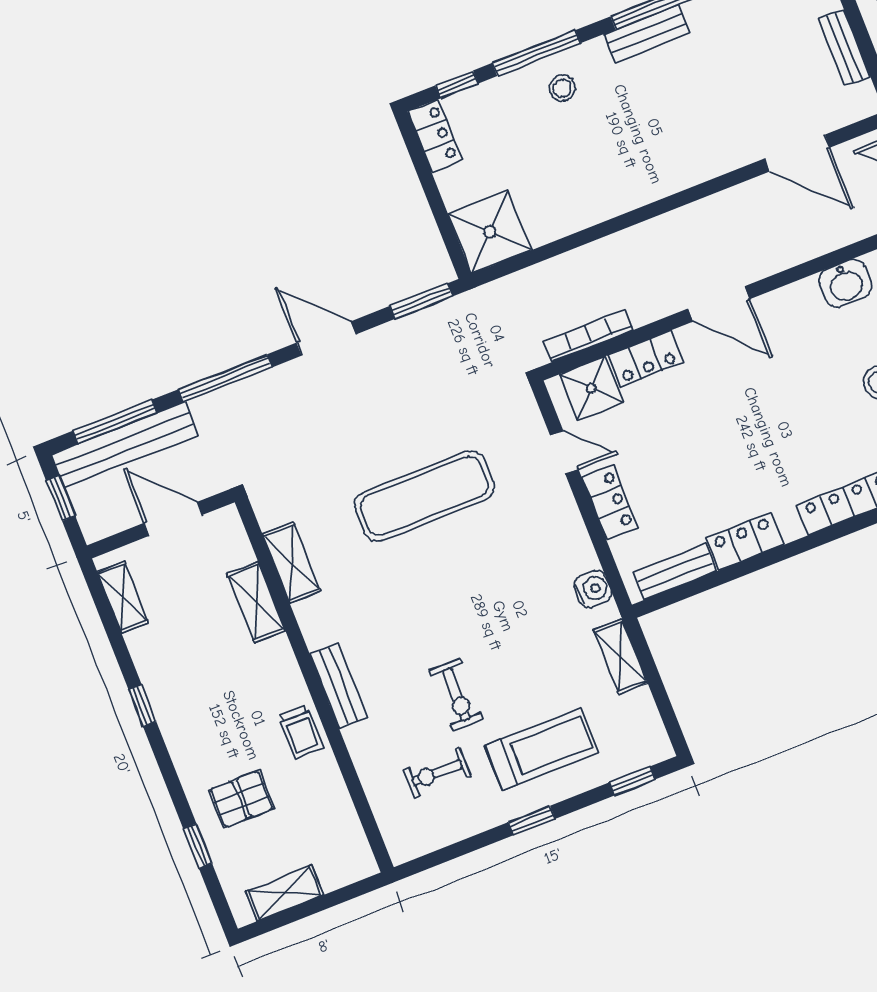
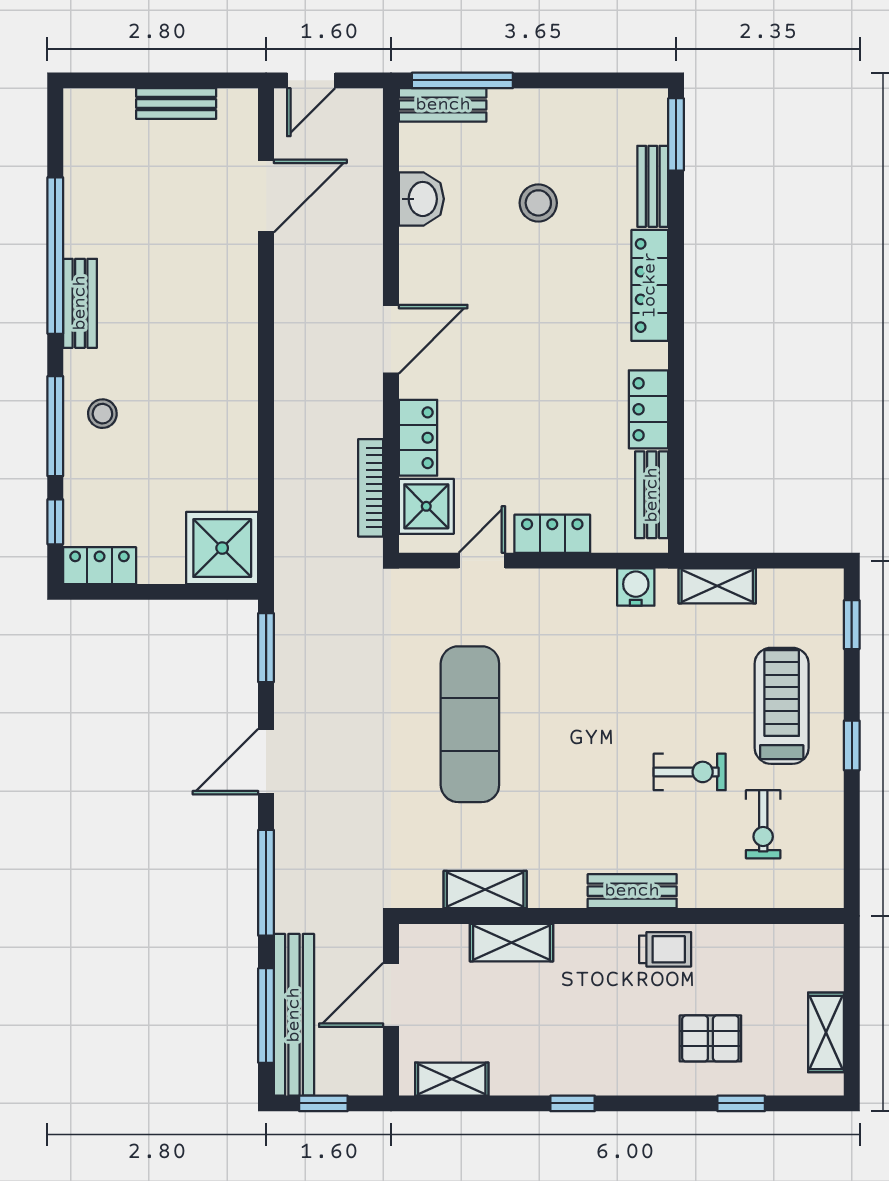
pallet: (242, 799) -> (710, 1038), turned 90

